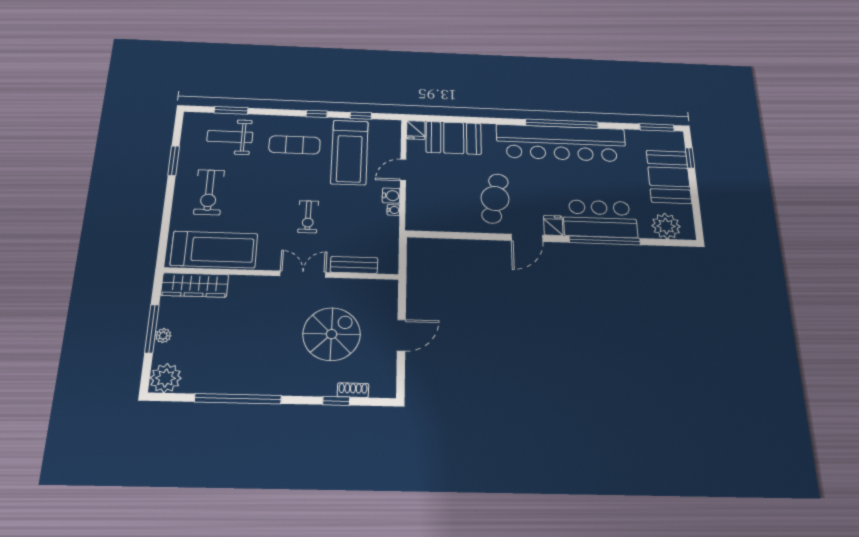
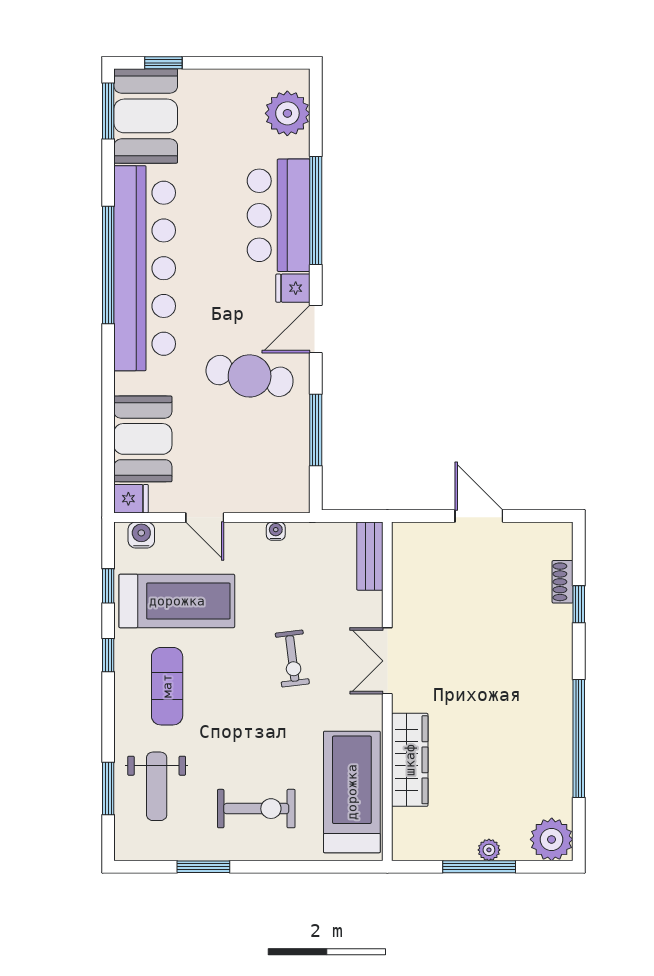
booth: (669, 177) -> (146, 116), moved, turned 90
water cooler: (391, 196) -> (141, 535), moved
exercise bike: (308, 217) -> (292, 658), turned 83
window: (460, 236) -> (316, 430), added
door: (527, 238) -> (316, 329), swing flipped
bench: (354, 265) -> (370, 556), moved
wardrobe: (195, 285) -> (410, 760), moved
spiral stairs: (332, 334) -> (480, 615), removed

